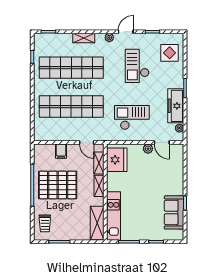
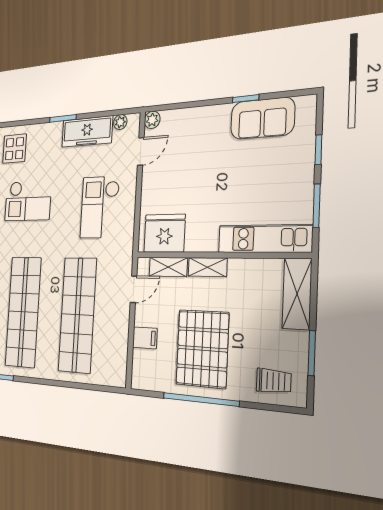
plant: (148, 149) -> (152, 120), moved
shelving: (97, 223) -> (297, 294), moved, turned 90

